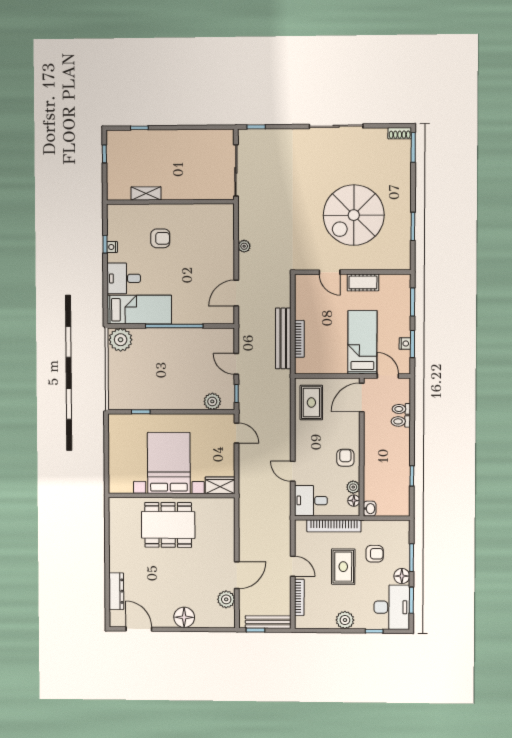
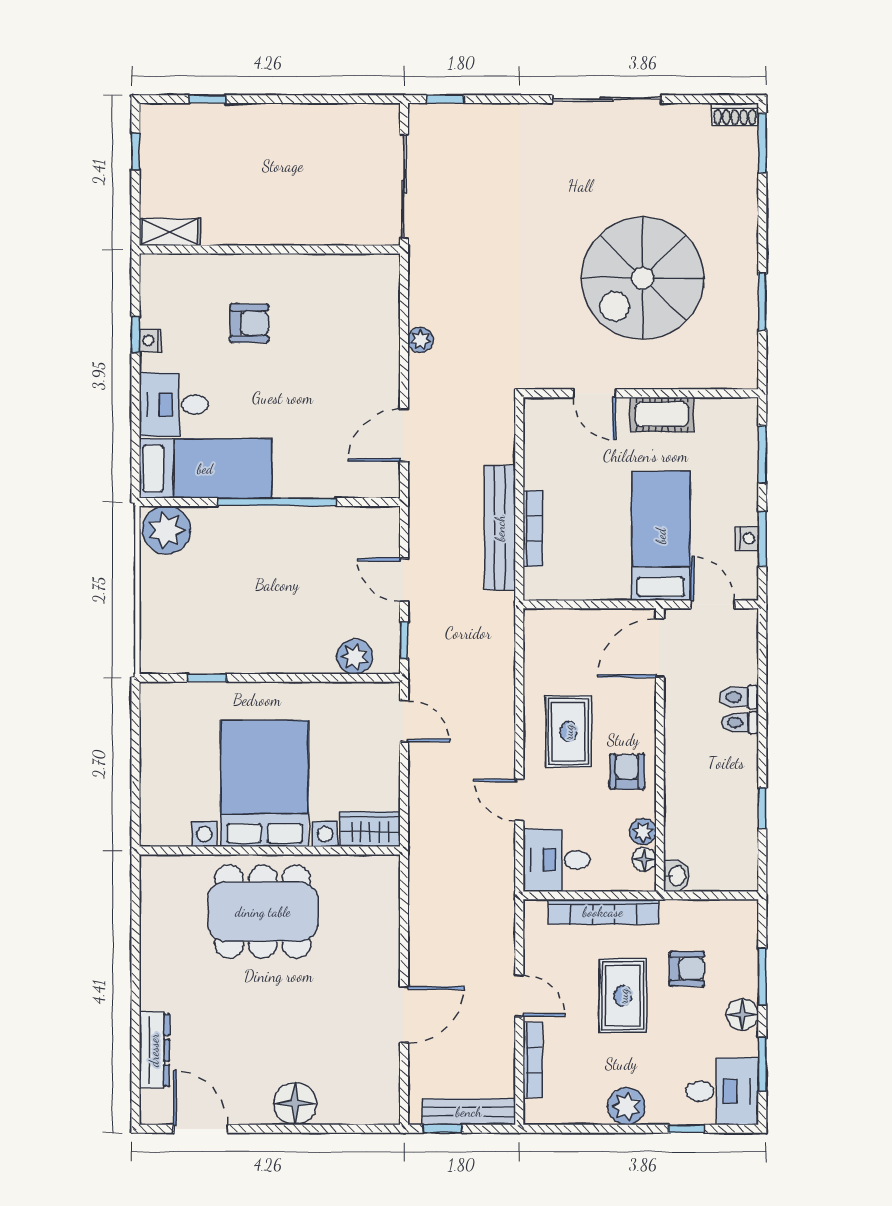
shelving: (146, 193) -> (170, 232), moved
rug: (311, 403) -> (568, 732), moved
toilet: (401, 409) -> (740, 723), moved
plant: (226, 599) -> (382, 1065), removed
desk: (392, 607) -> (722, 1091), width x0.73

